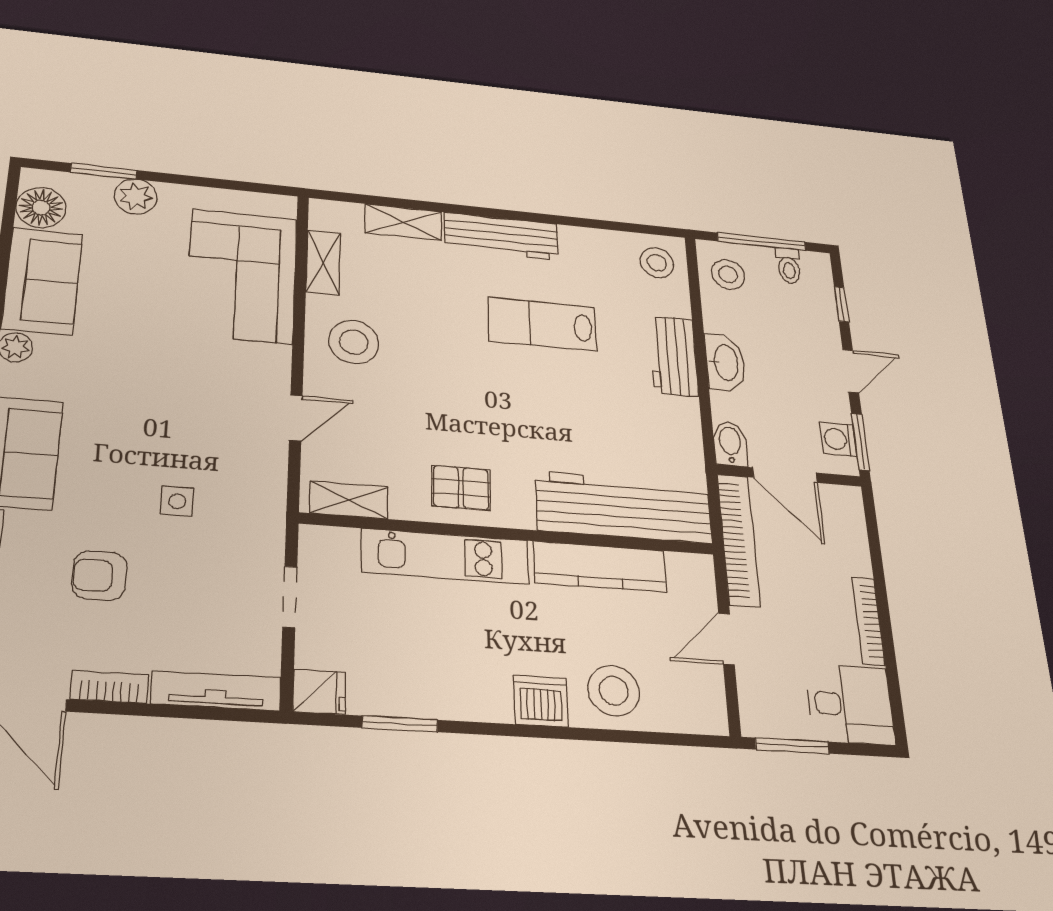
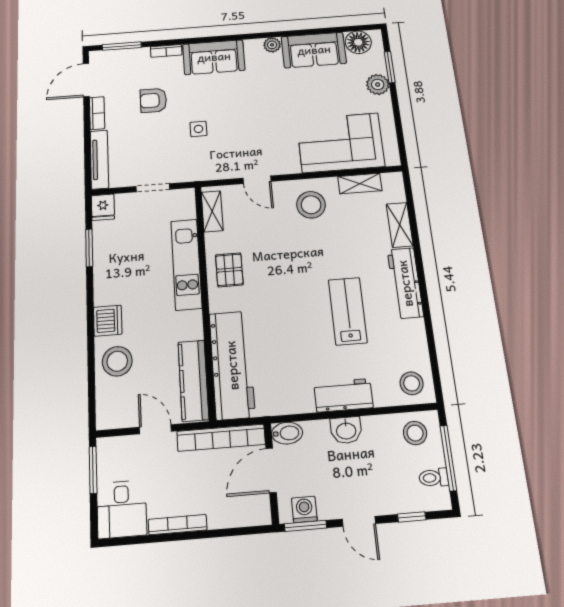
washbasin: (725, 363) -> (346, 430), width x0.72
kitchen counter: (600, 567) -> (193, 380), moved
armchair: (99, 576) -> (153, 100), turned -90

